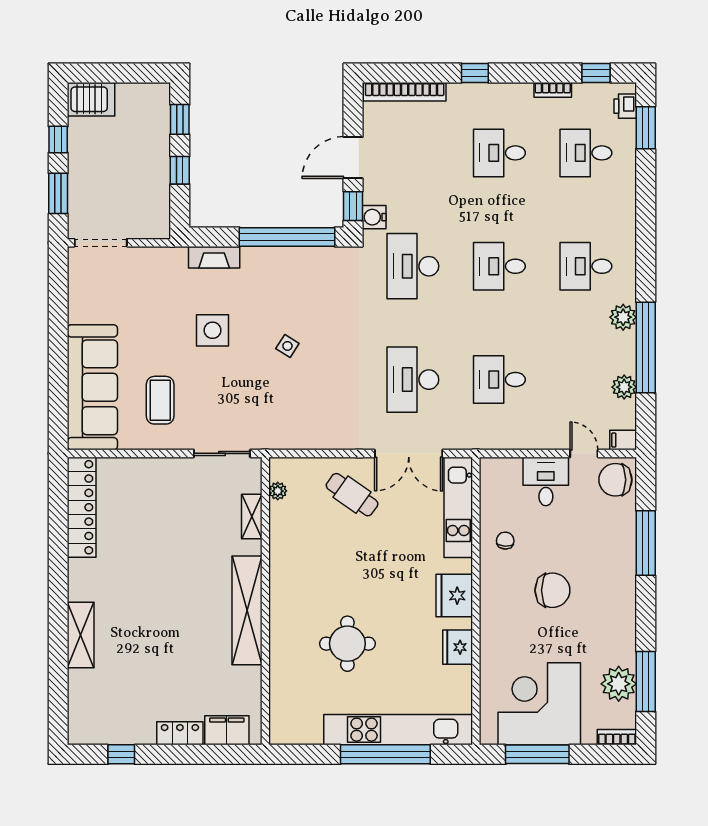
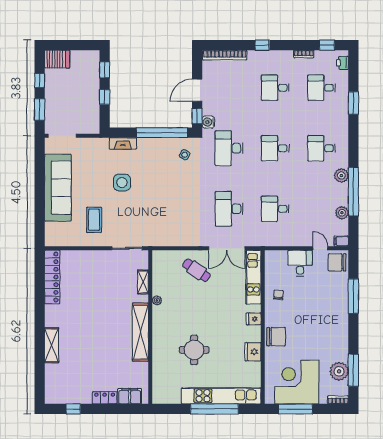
window: (646, 128) -> (353, 103), moved
side table: (287, 346) -> (185, 155), moved
sofa: (92, 387) -> (58, 188), moved
plant: (278, 491) -> (157, 300), moved
chair: (552, 590) -> (276, 337), moved
fridge: (454, 596) -> (254, 319), width x0.53, depth x0.75

